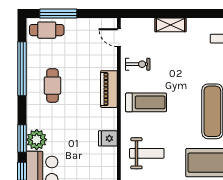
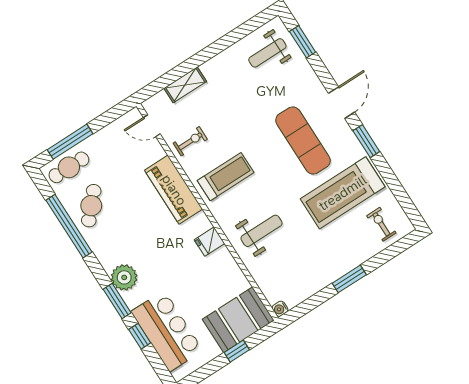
shelving: (170, 25) -> (185, 85), moved
cafe table: (52, 86) -> (91, 206), moved, turned 42
piano: (109, 89) -> (174, 190), width x1.37, depth x1.33
plant: (37, 140) -> (124, 277), moved

